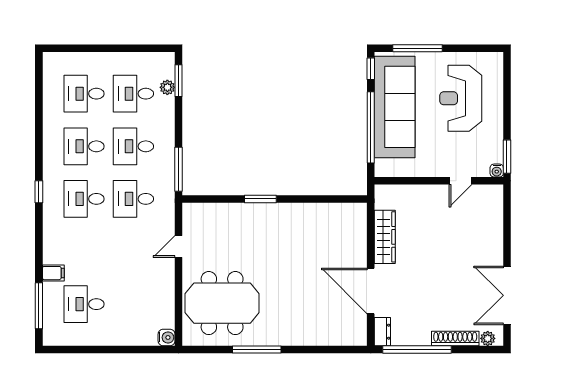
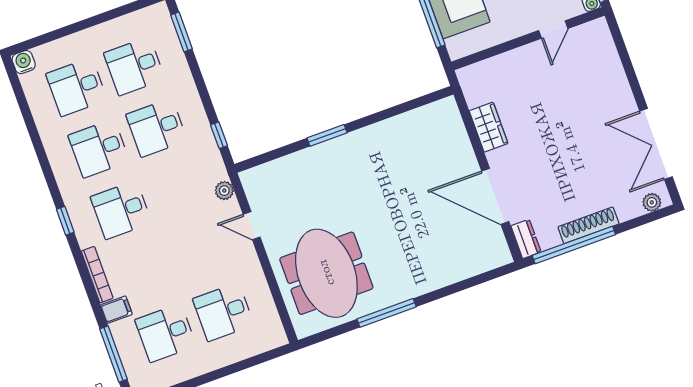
plant: (167, 87) -> (224, 191), moved
window: (179, 169) -> (219, 135), width x0.46
desk: (133, 199) -> (223, 312), moved
wardrobe: (385, 237) -> (489, 127), width x0.67
bookcase: (48, 241) -> (97, 275), added
door: (179, 247) -> (252, 226), hinge flipped
meeting table: (222, 303) -> (326, 273), turned 90
water cooler: (167, 337) -> (24, 62), moved, turned -90
shoe rack: (455, 339) -> (588, 225), moved

